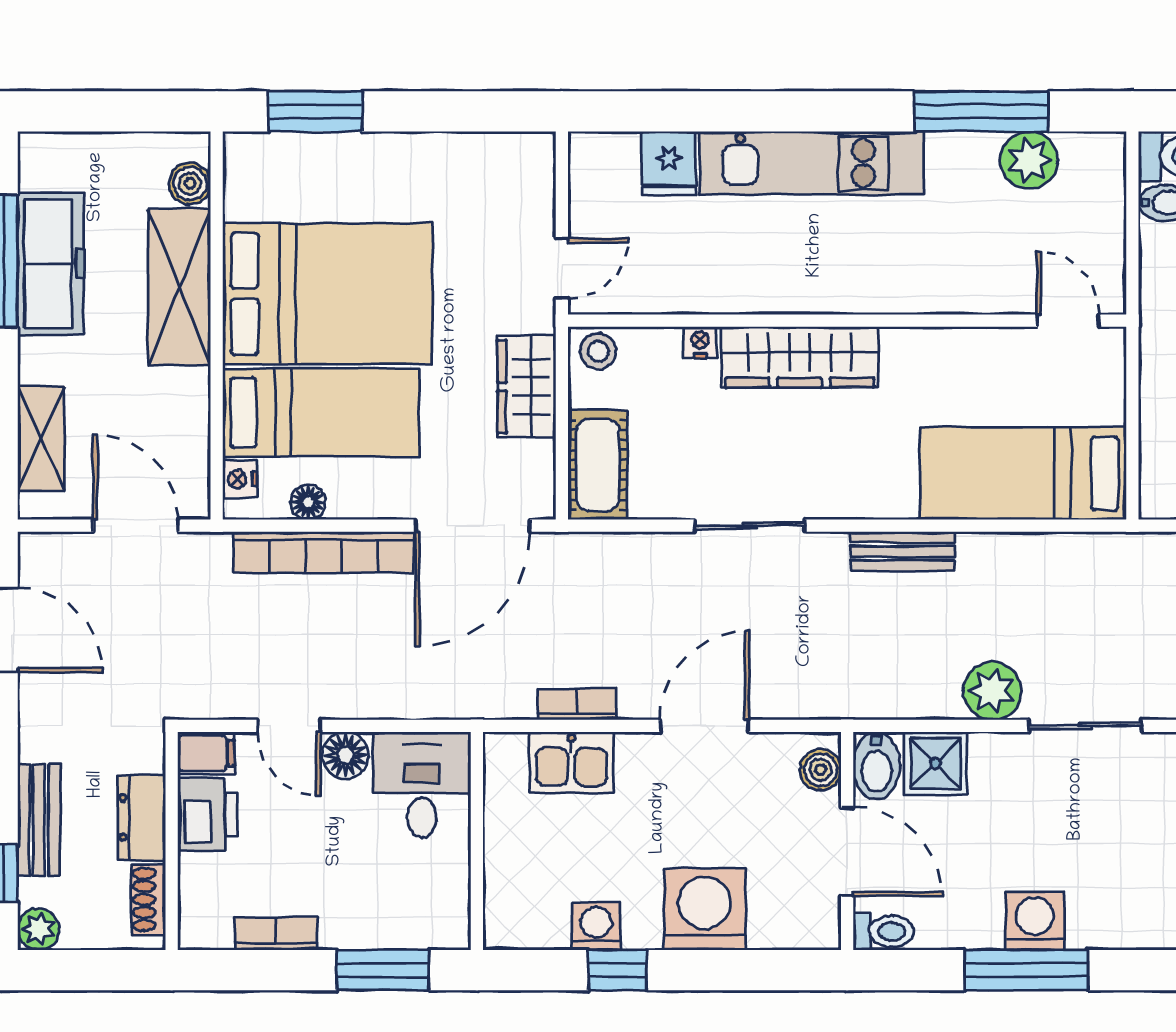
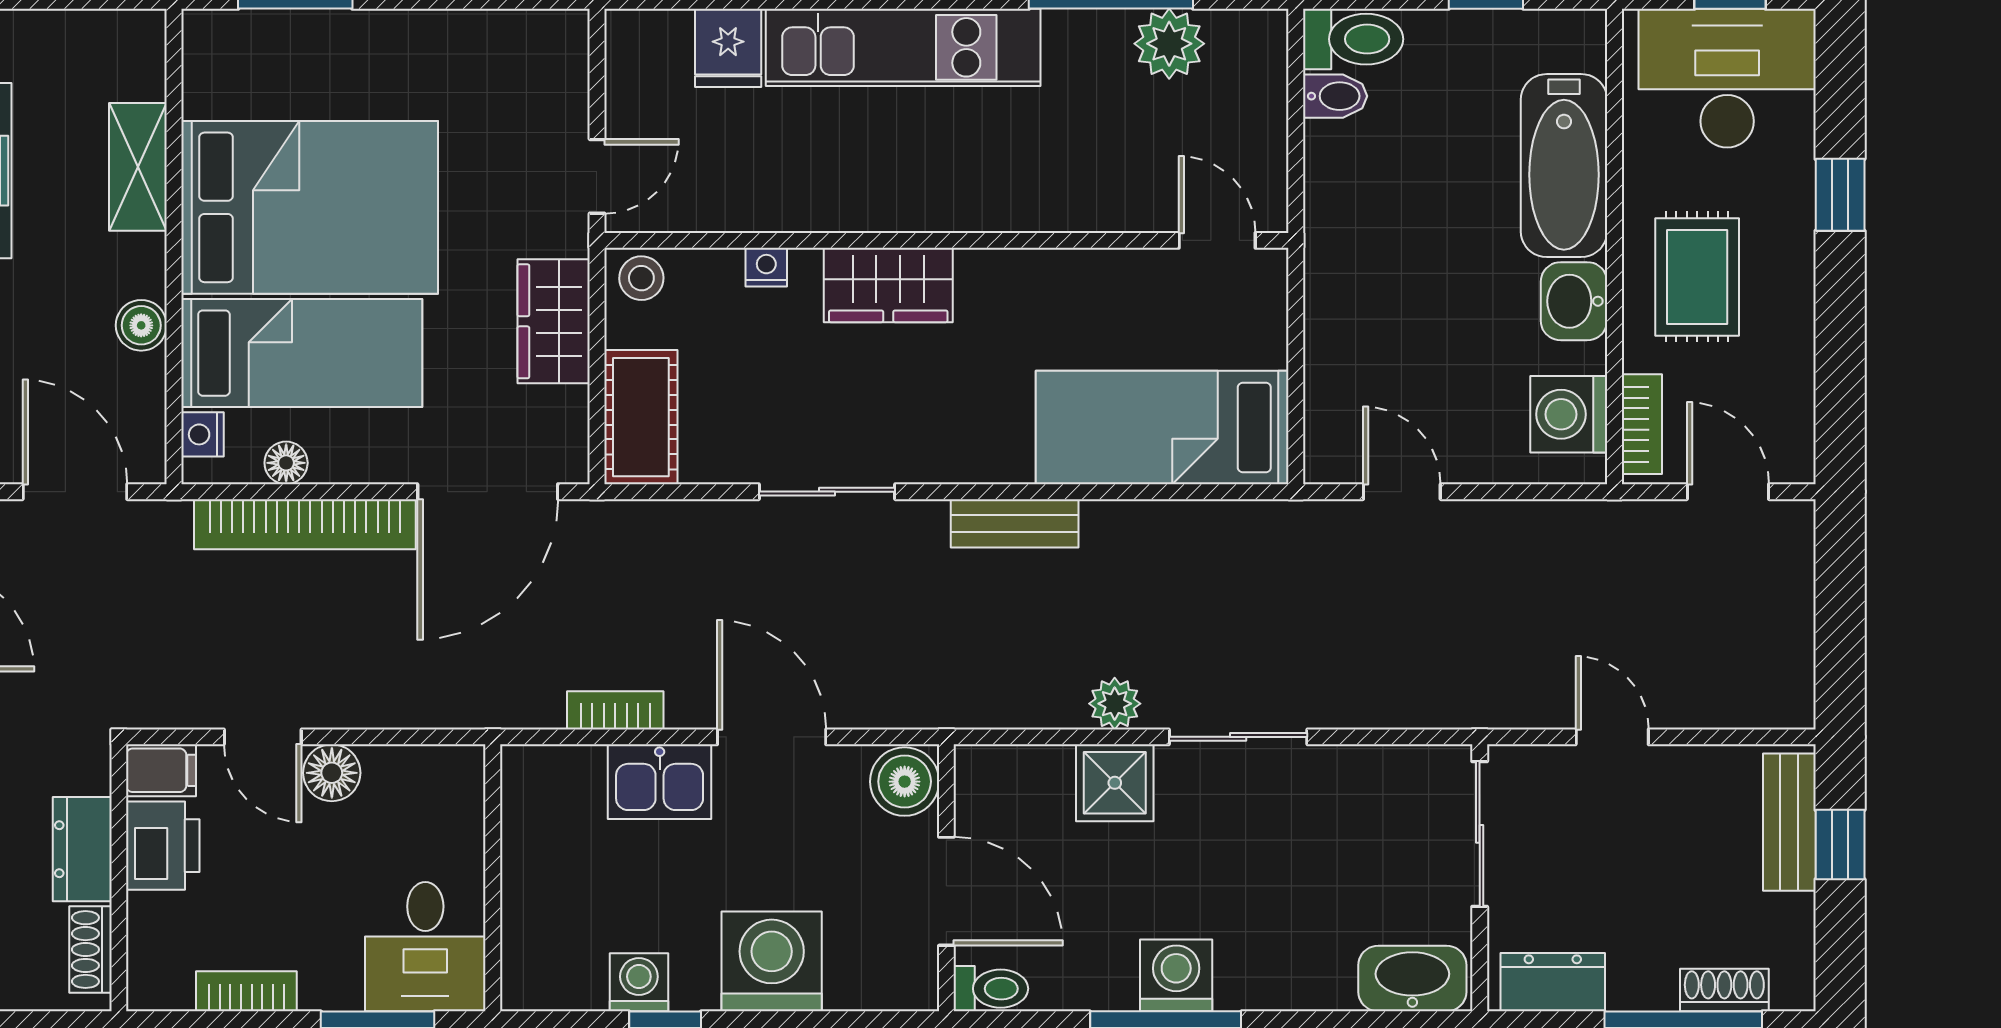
boiler: (190, 183) -> (141, 325), moved
shelving: (179, 287) -> (138, 167), width x0.67, depth x0.75
wardrobe: (800, 357) -> (888, 285), width x0.67
plant: (992, 691) -> (1115, 704), width x0.73, depth x0.73
door: (704, 726) -> (772, 737), hinge flipped
kitchen sink: (571, 762) -> (660, 782), moved
shower: (935, 763) -> (1115, 783), moved
bidet: (877, 766) -> (982, 786), removed
boiler: (821, 770) -> (905, 782), width x1.36, depth x1.36
desk: (422, 785) -> (425, 947), moved, turned 180

